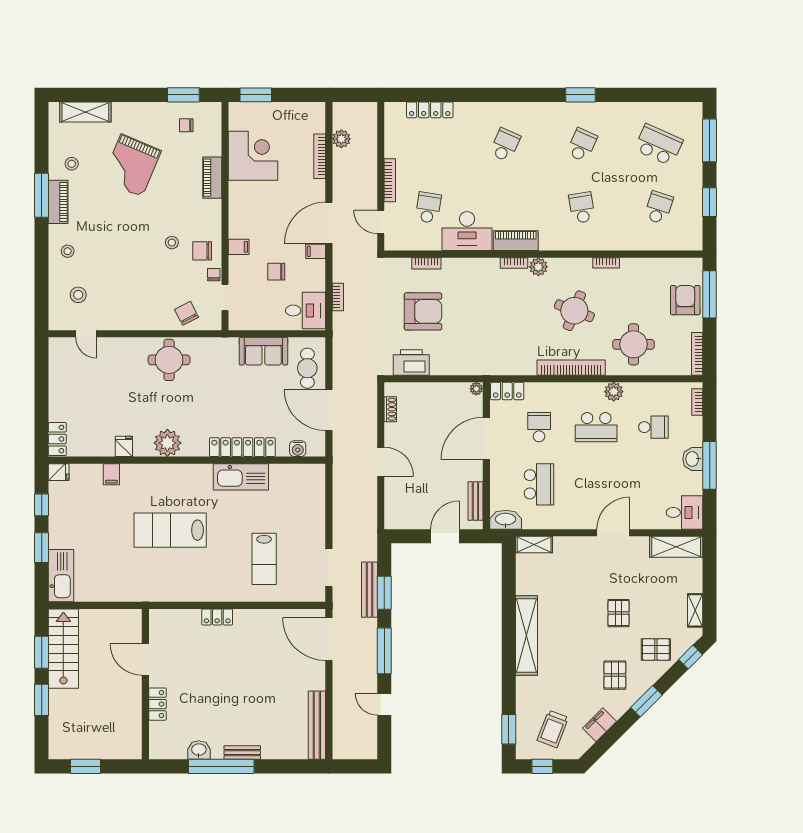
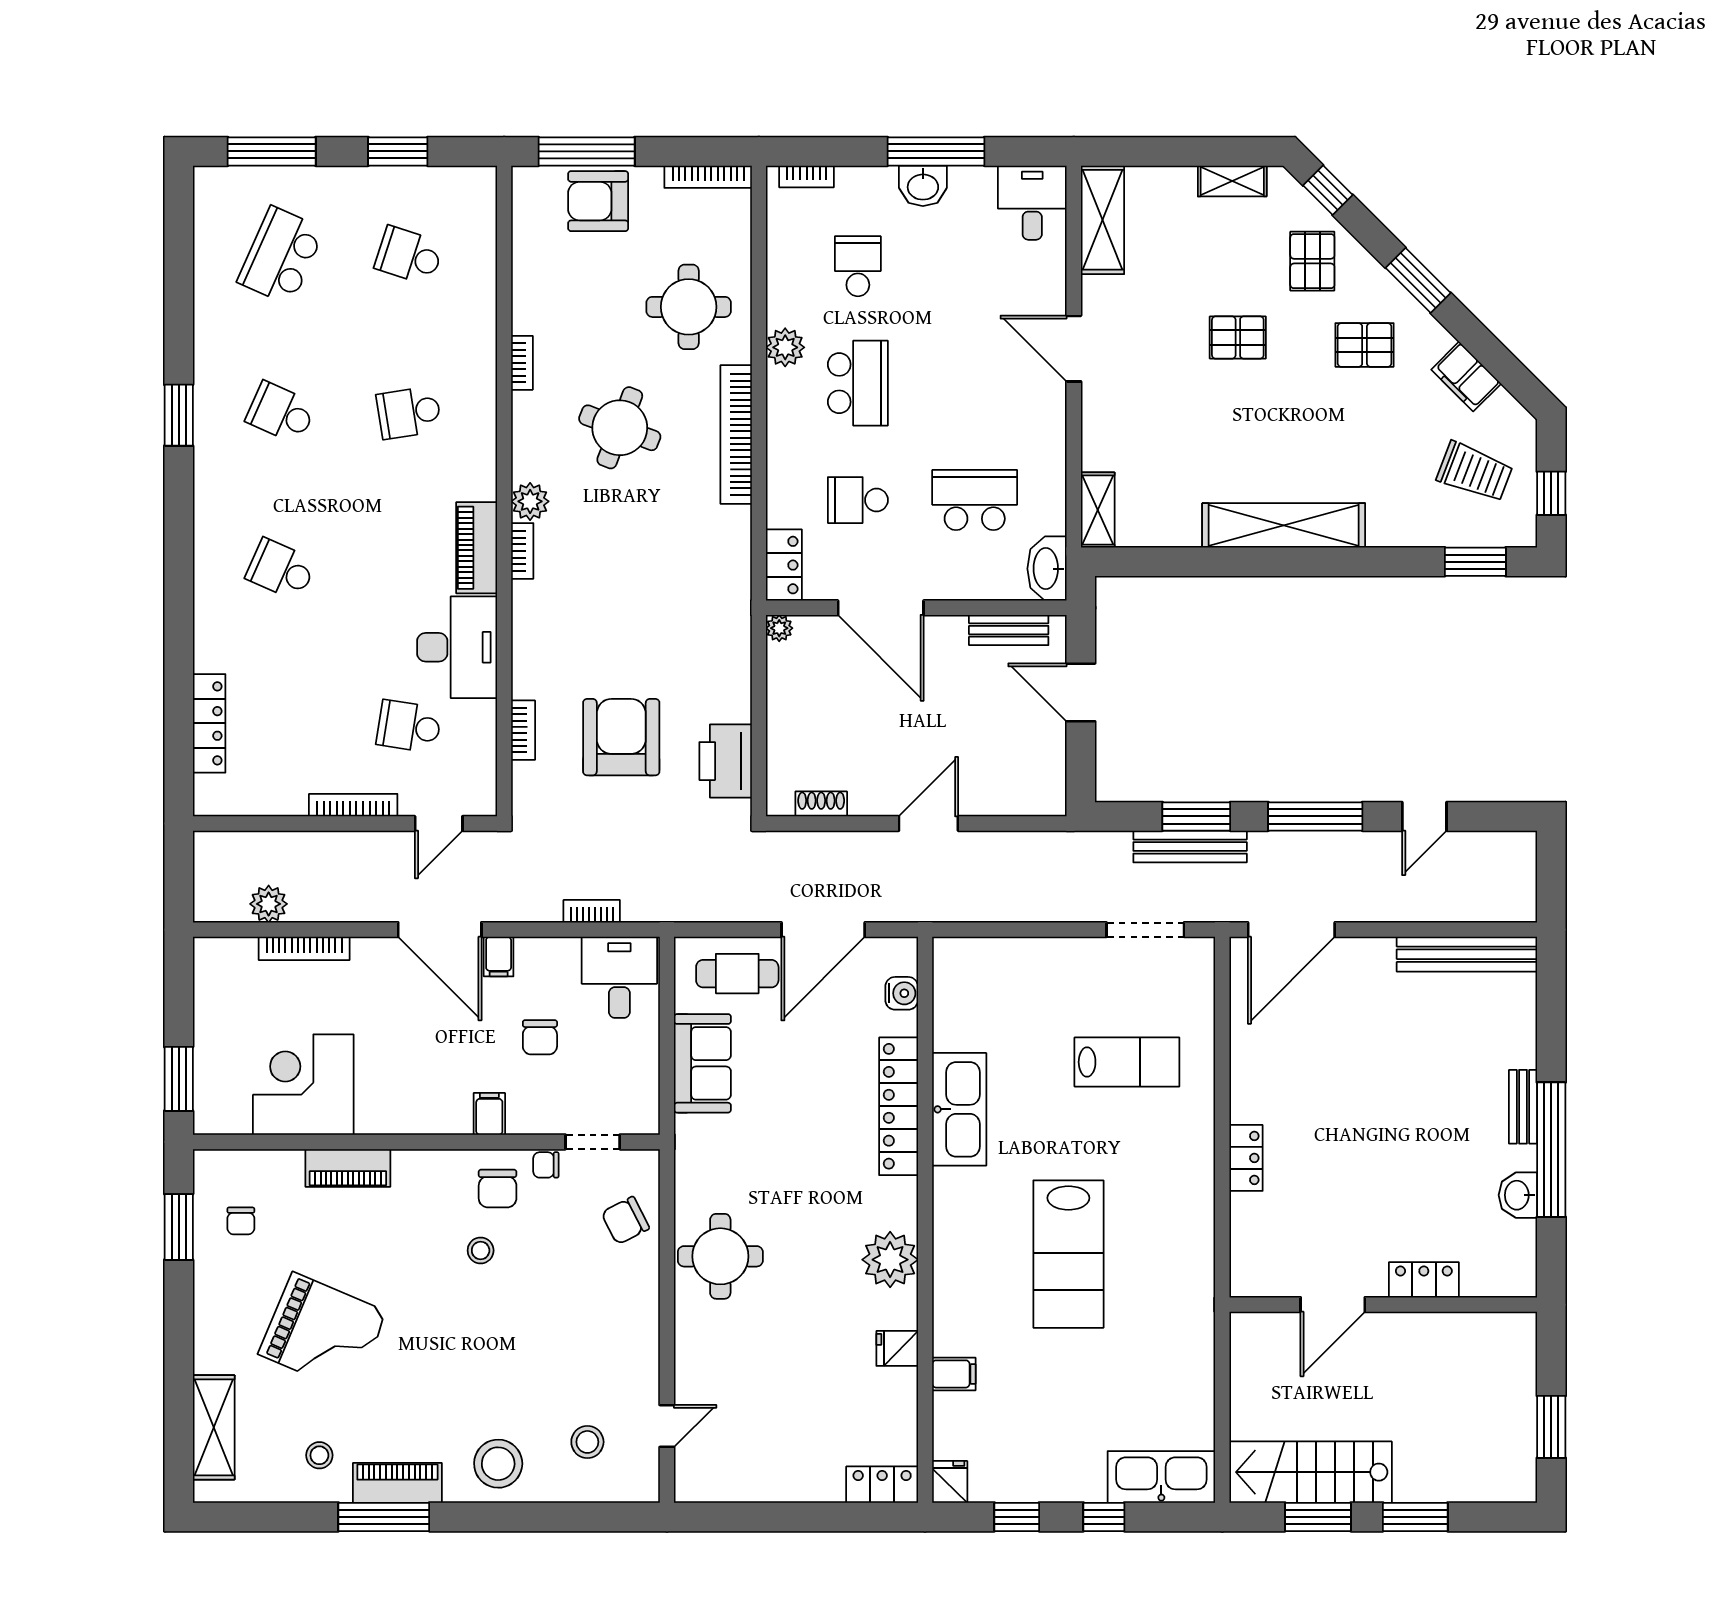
stool: (68, 251) -> (498, 1464), width x1.89, depth x1.89
window: (42, 548) -> (1104, 1517), width x0.67

